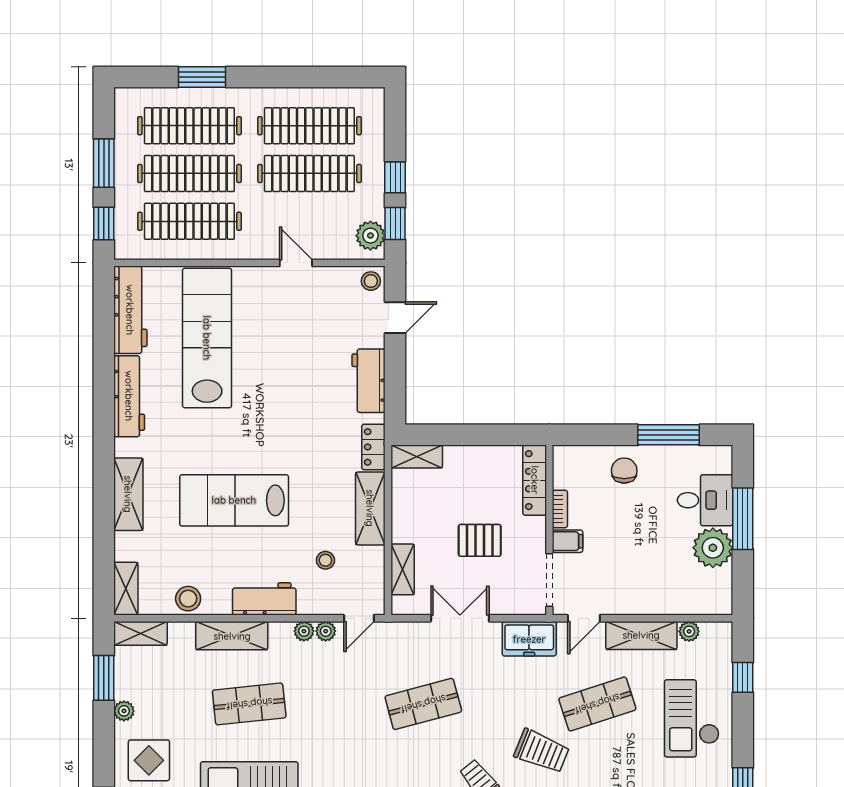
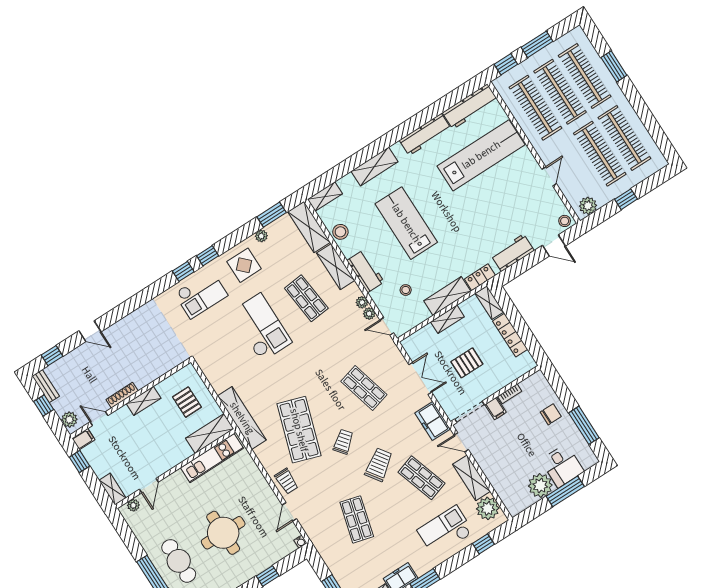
window: (395, 224) -> (602, 214), removed
locker: (535, 480) -> (510, 335), moved, turned -90
pallet: (480, 540) -> (467, 363), turned 90
shelving: (403, 569) -> (447, 319), moved
plant: (689, 631) -> (488, 508), width x1.88, depth x1.88
shelving: (141, 633) -> (309, 227), width x1.50, depth x1.33
trolley: (542, 751) -> (379, 465), turned -147

